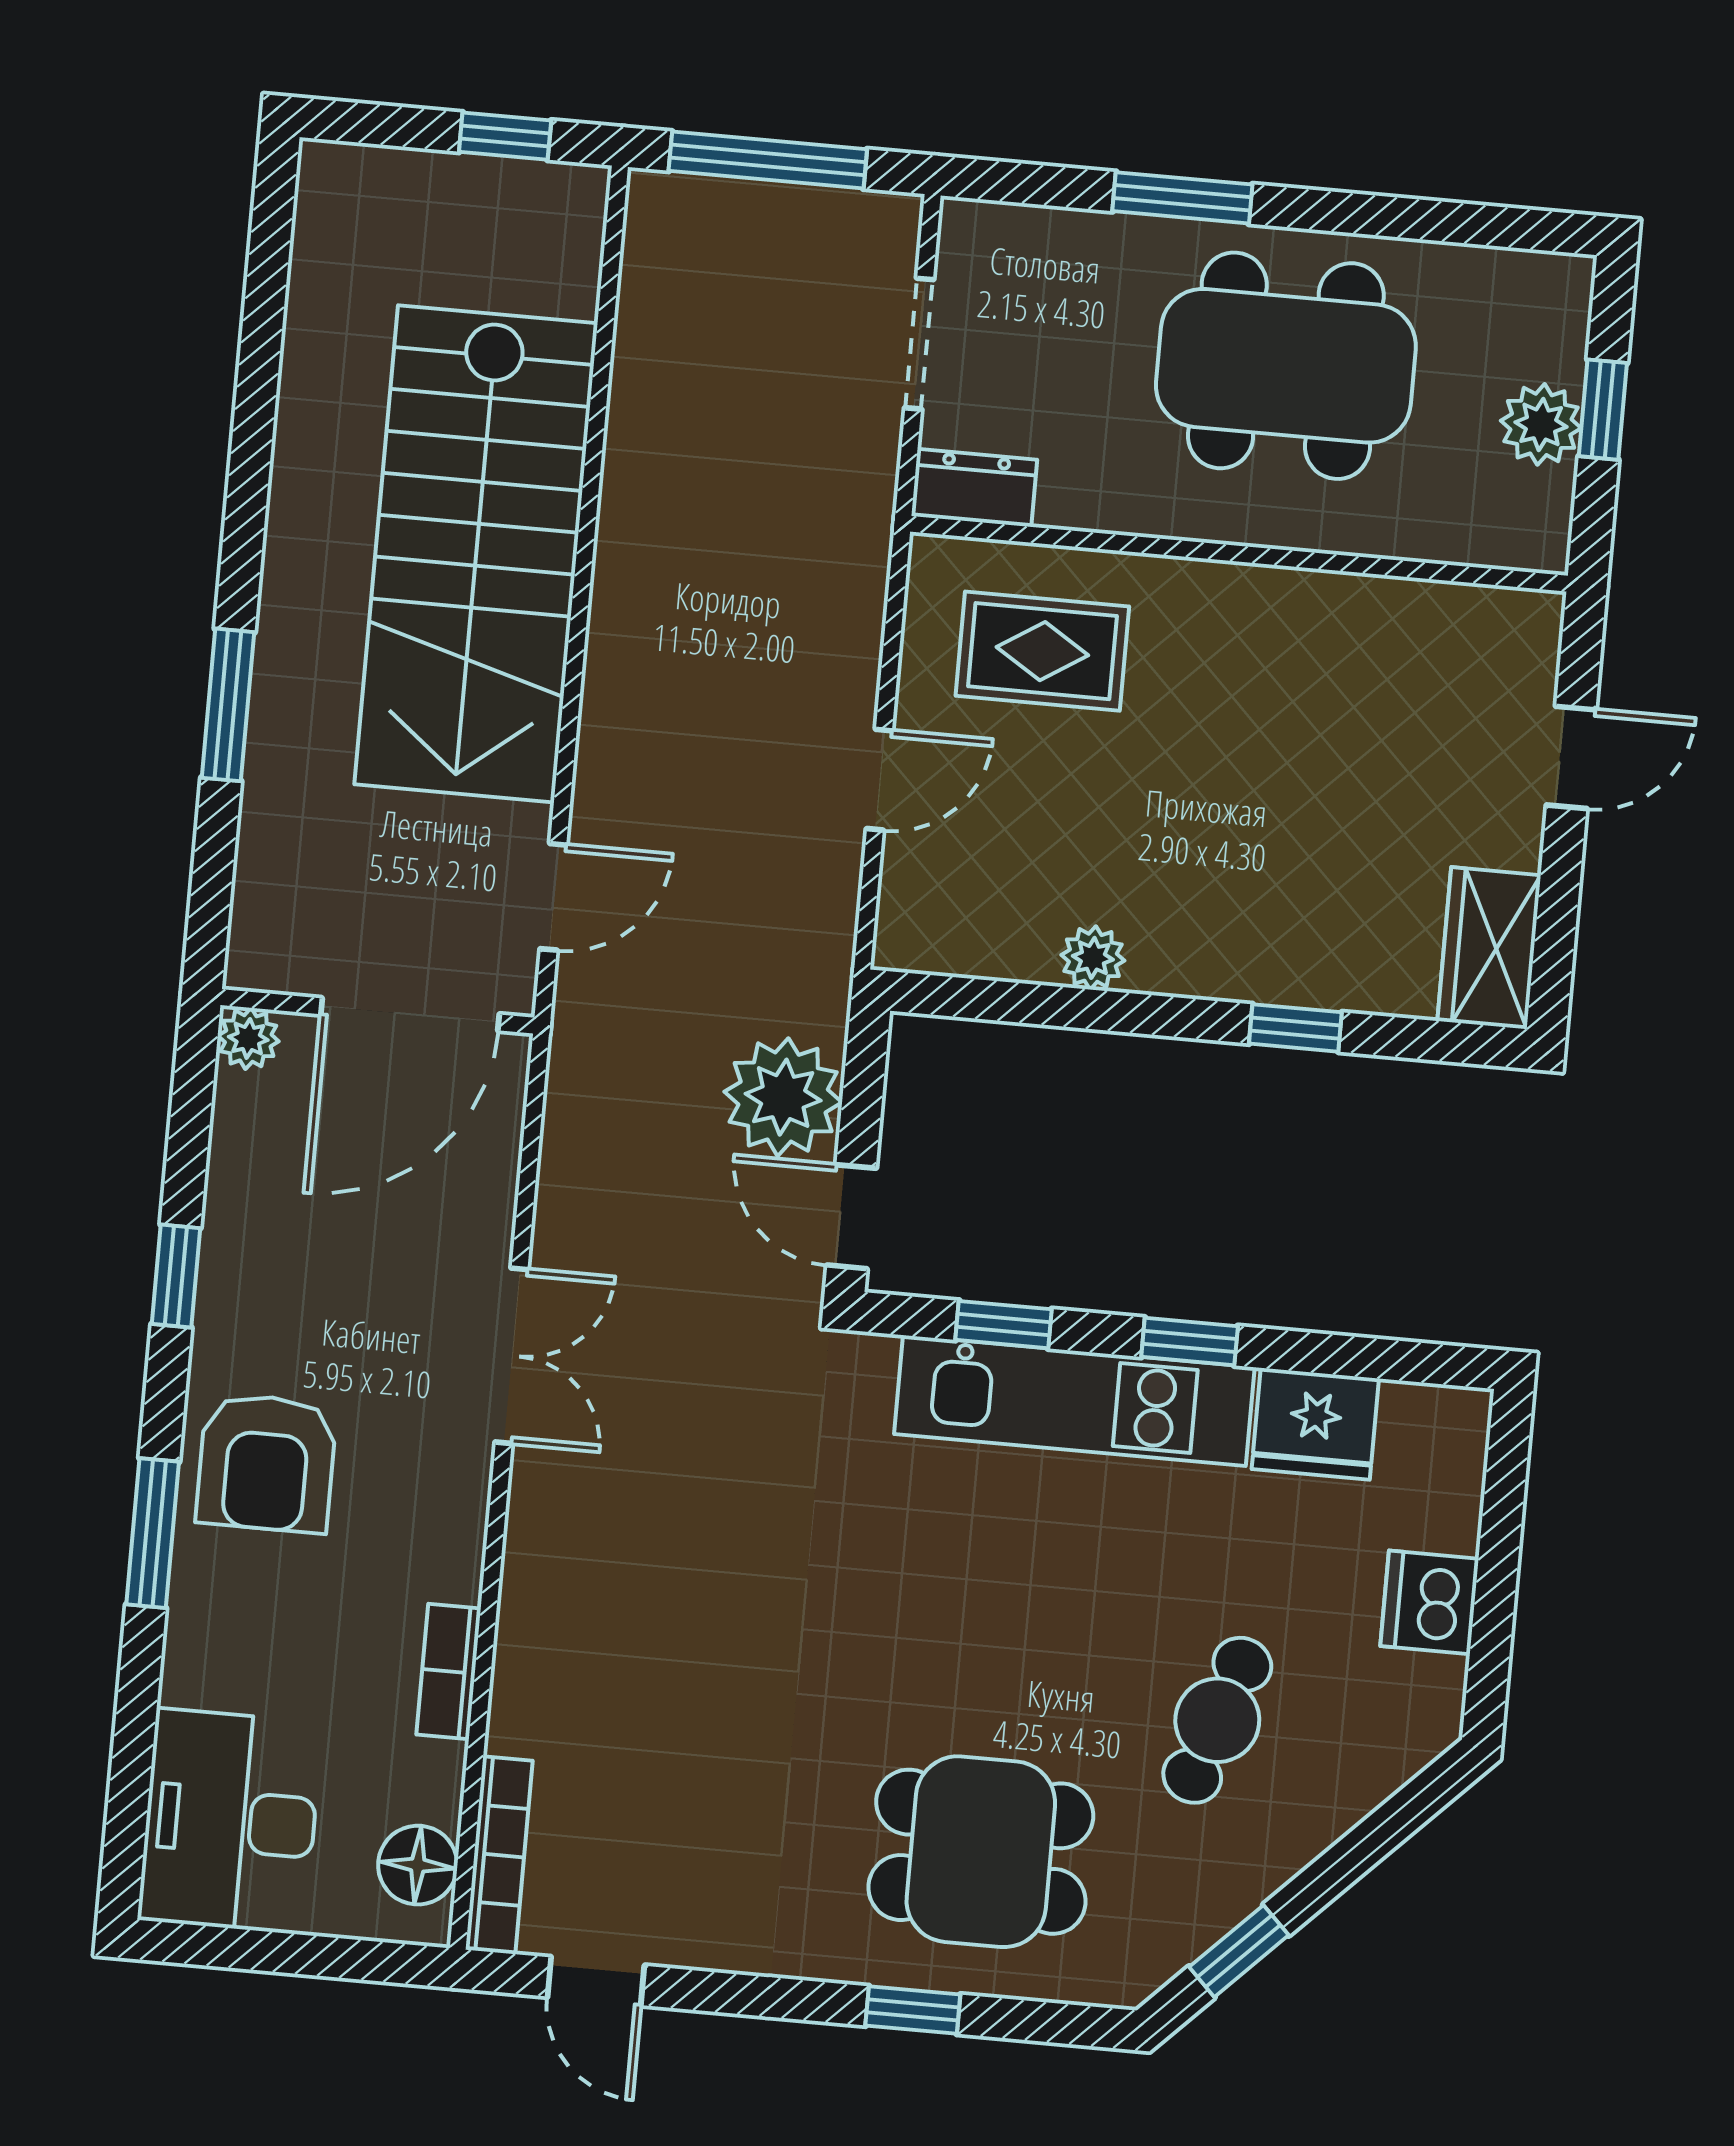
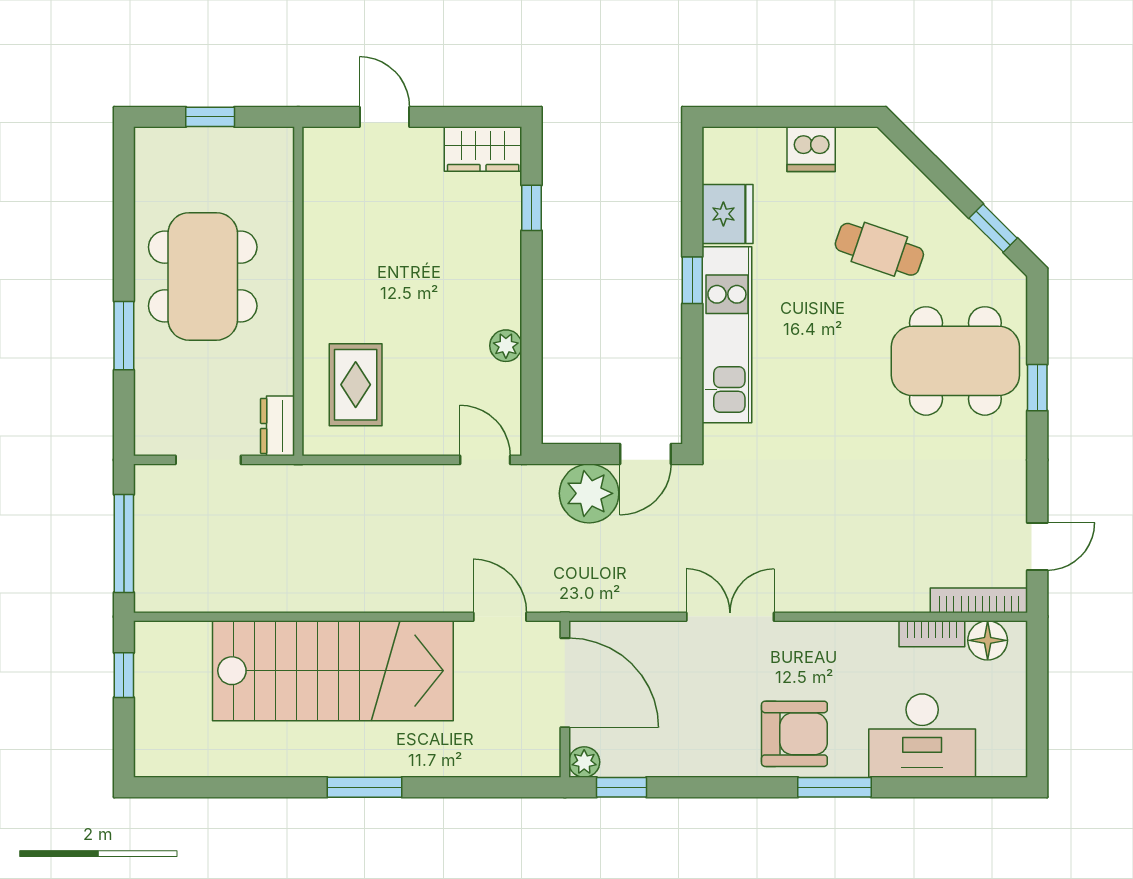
plant: (1541, 424) -> (220, 147), removed
window: (228, 705) -> (364, 787), moved
door: (879, 780) -> (485, 460), moved
window: (1295, 1028) -> (532, 208), moved
window: (176, 1276) -> (622, 787), moved
window: (1004, 1325) -> (692, 374), removed
bookcase: (449, 1671) -> (932, 634), moved
desk: (230, 1821) -> (922, 736), moved
dining table: (981, 1852) -> (955, 361), width x1.38

